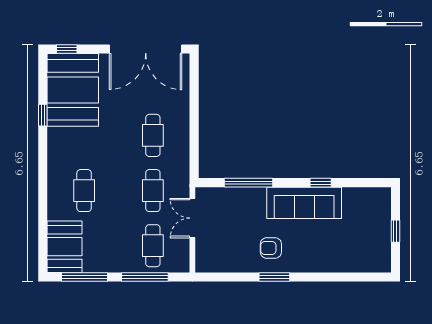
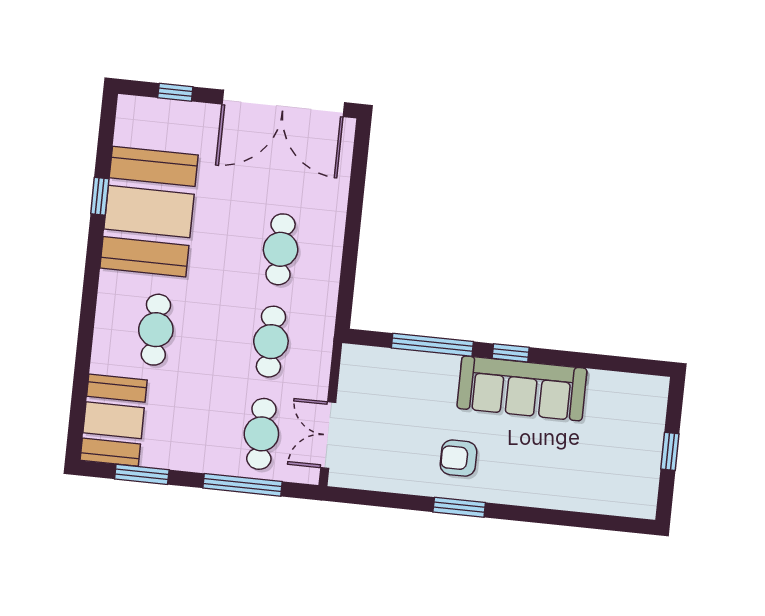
window: (67, 49) -> (175, 92), moved
booth: (73, 90) -> (149, 212), moved
window: (321, 183) -> (511, 353), moved
double door: (192, 218) -> (328, 435), moved
window: (85, 277) -> (142, 474), width x0.69

